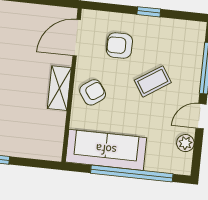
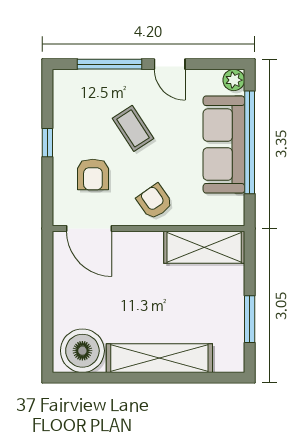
shelving: (59, 88) -> (204, 247), moved, width x1.50, depth x1.33
plant: (185, 143) -> (234, 80), moved
sofa: (106, 150) -> (224, 145), moved

